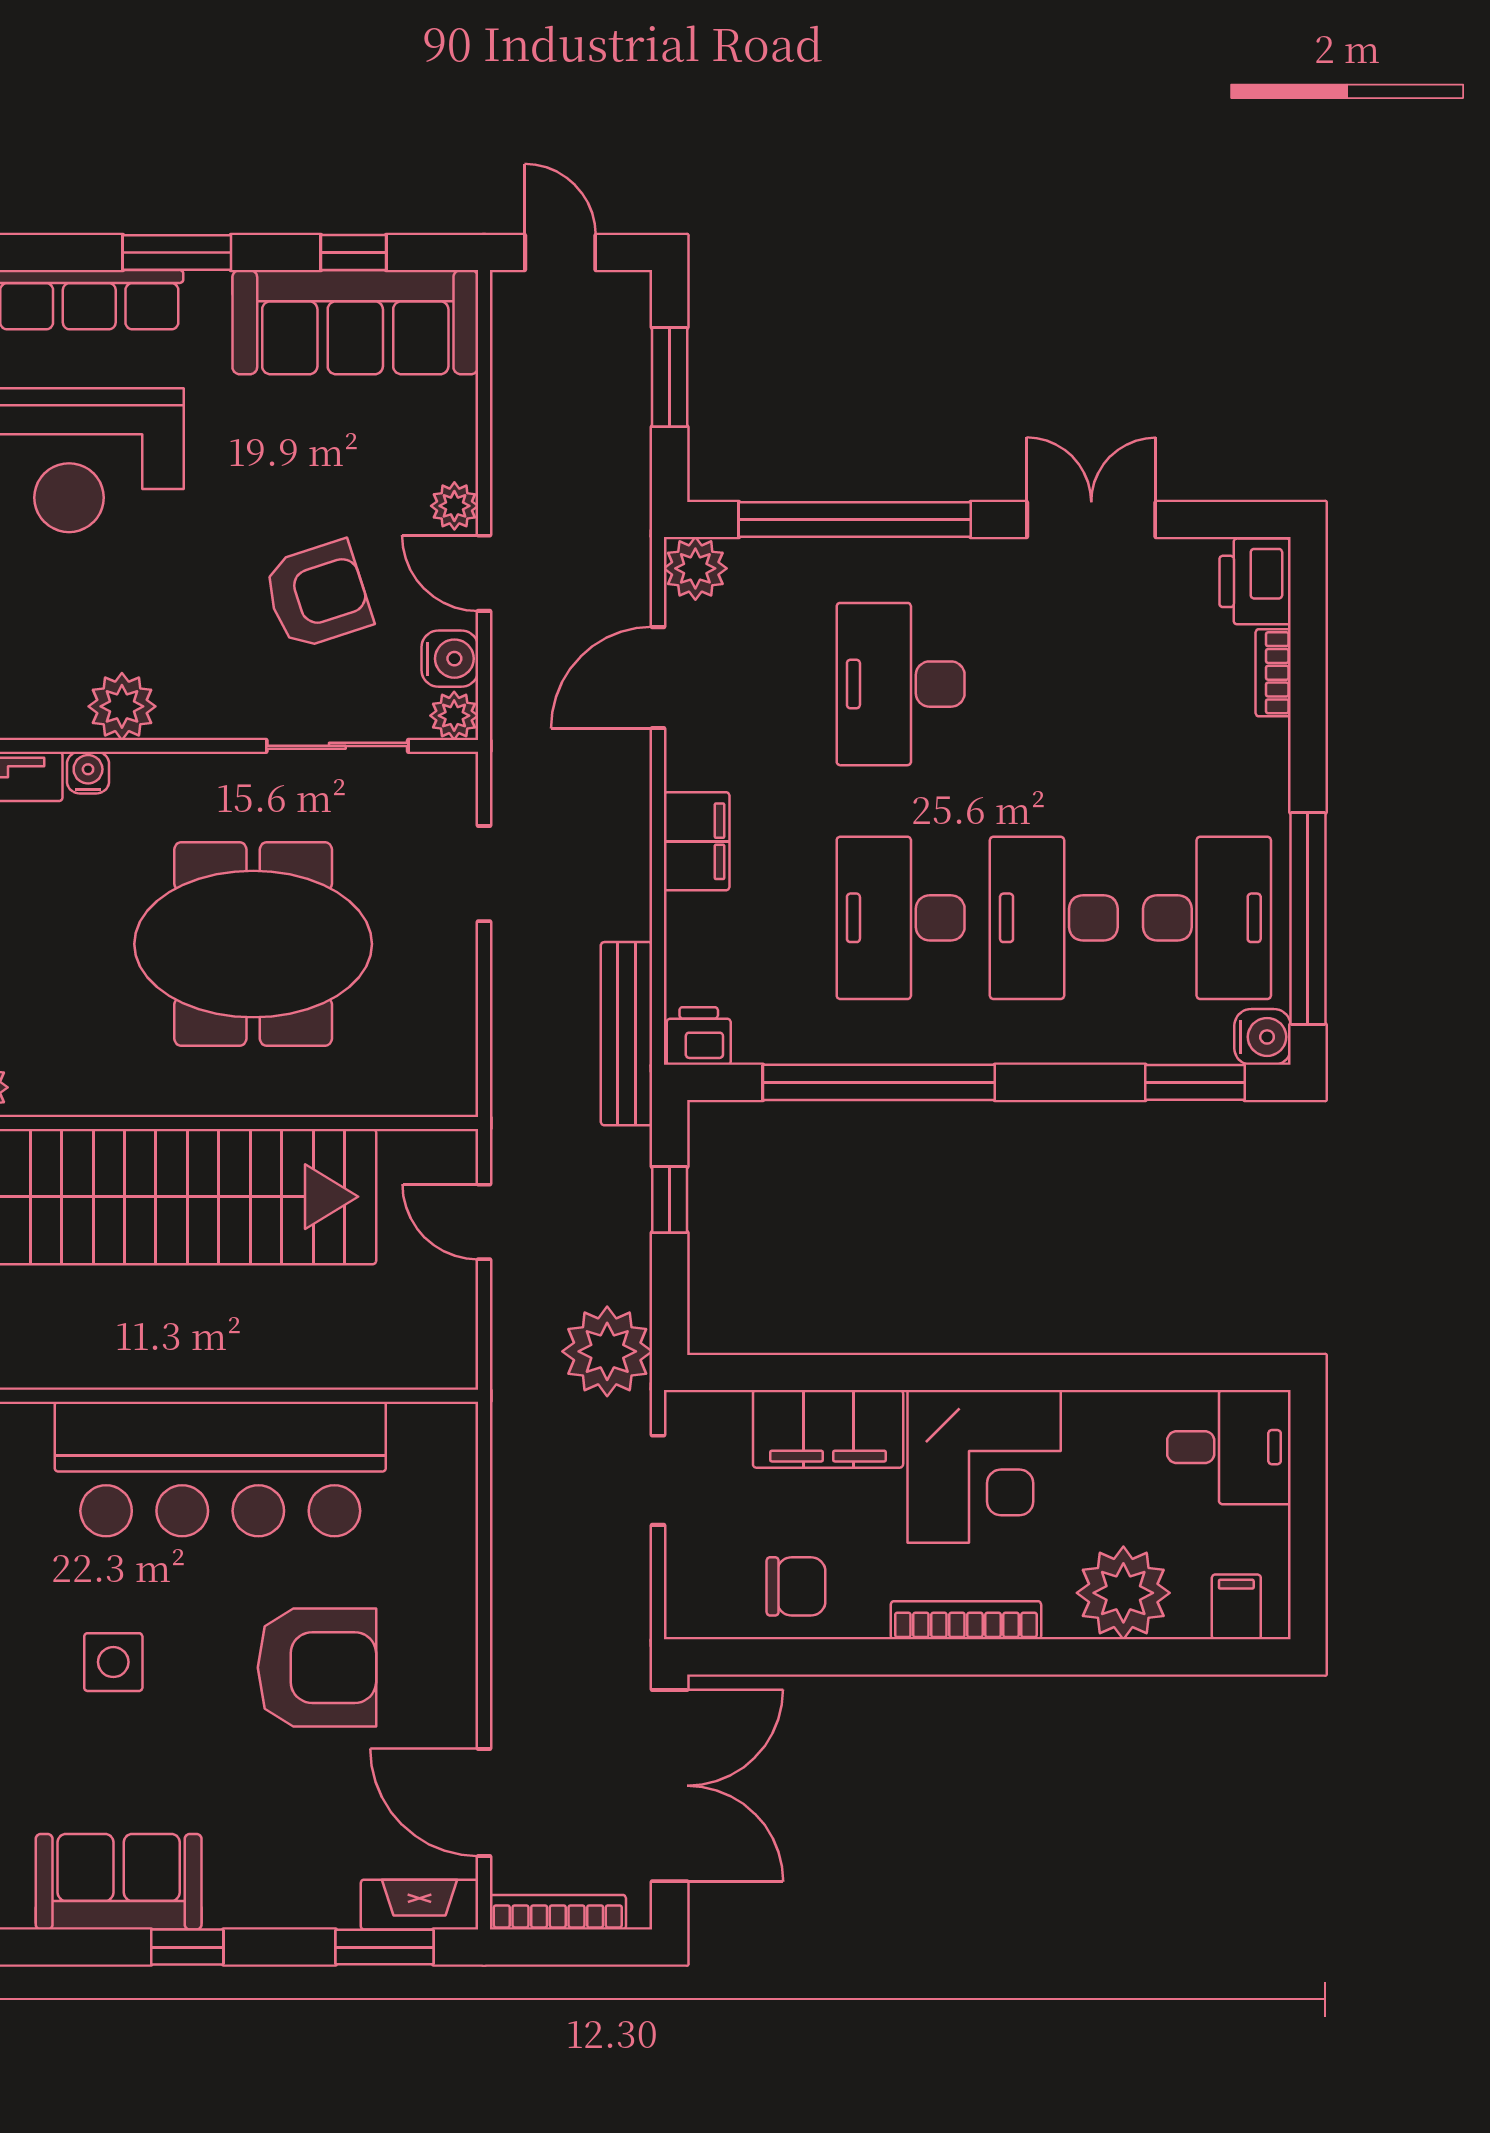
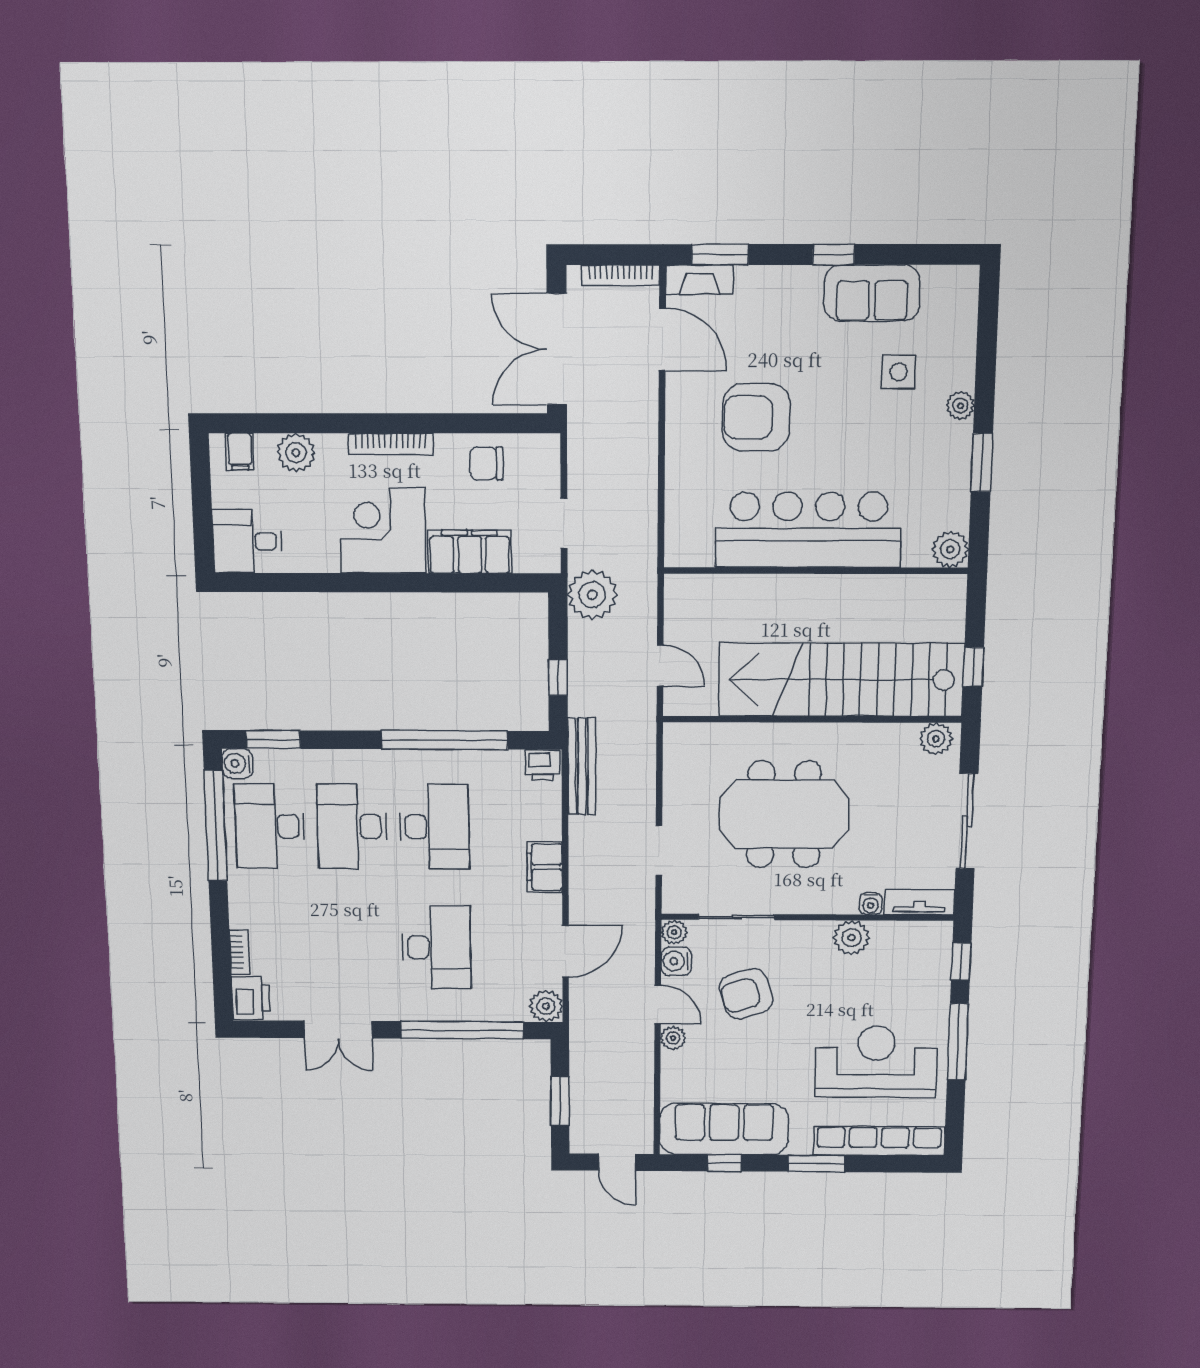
desk: (1054, 918) -> (352, 826), turned 180
plant: (1123, 1593) -> (296, 453), width x0.73, depth x0.73
side table: (113, 1662) -> (899, 372), moved

